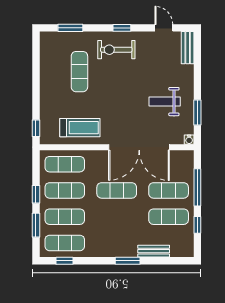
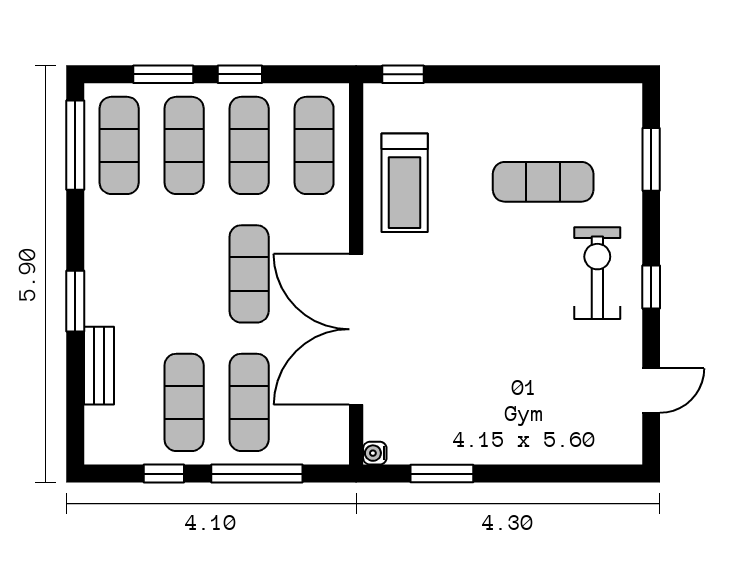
bench: (188, 48) -> (602, 449), removed
weight bench: (165, 102) -> (469, 393), removed
window: (65, 261) -> (75, 145), width x2.17

